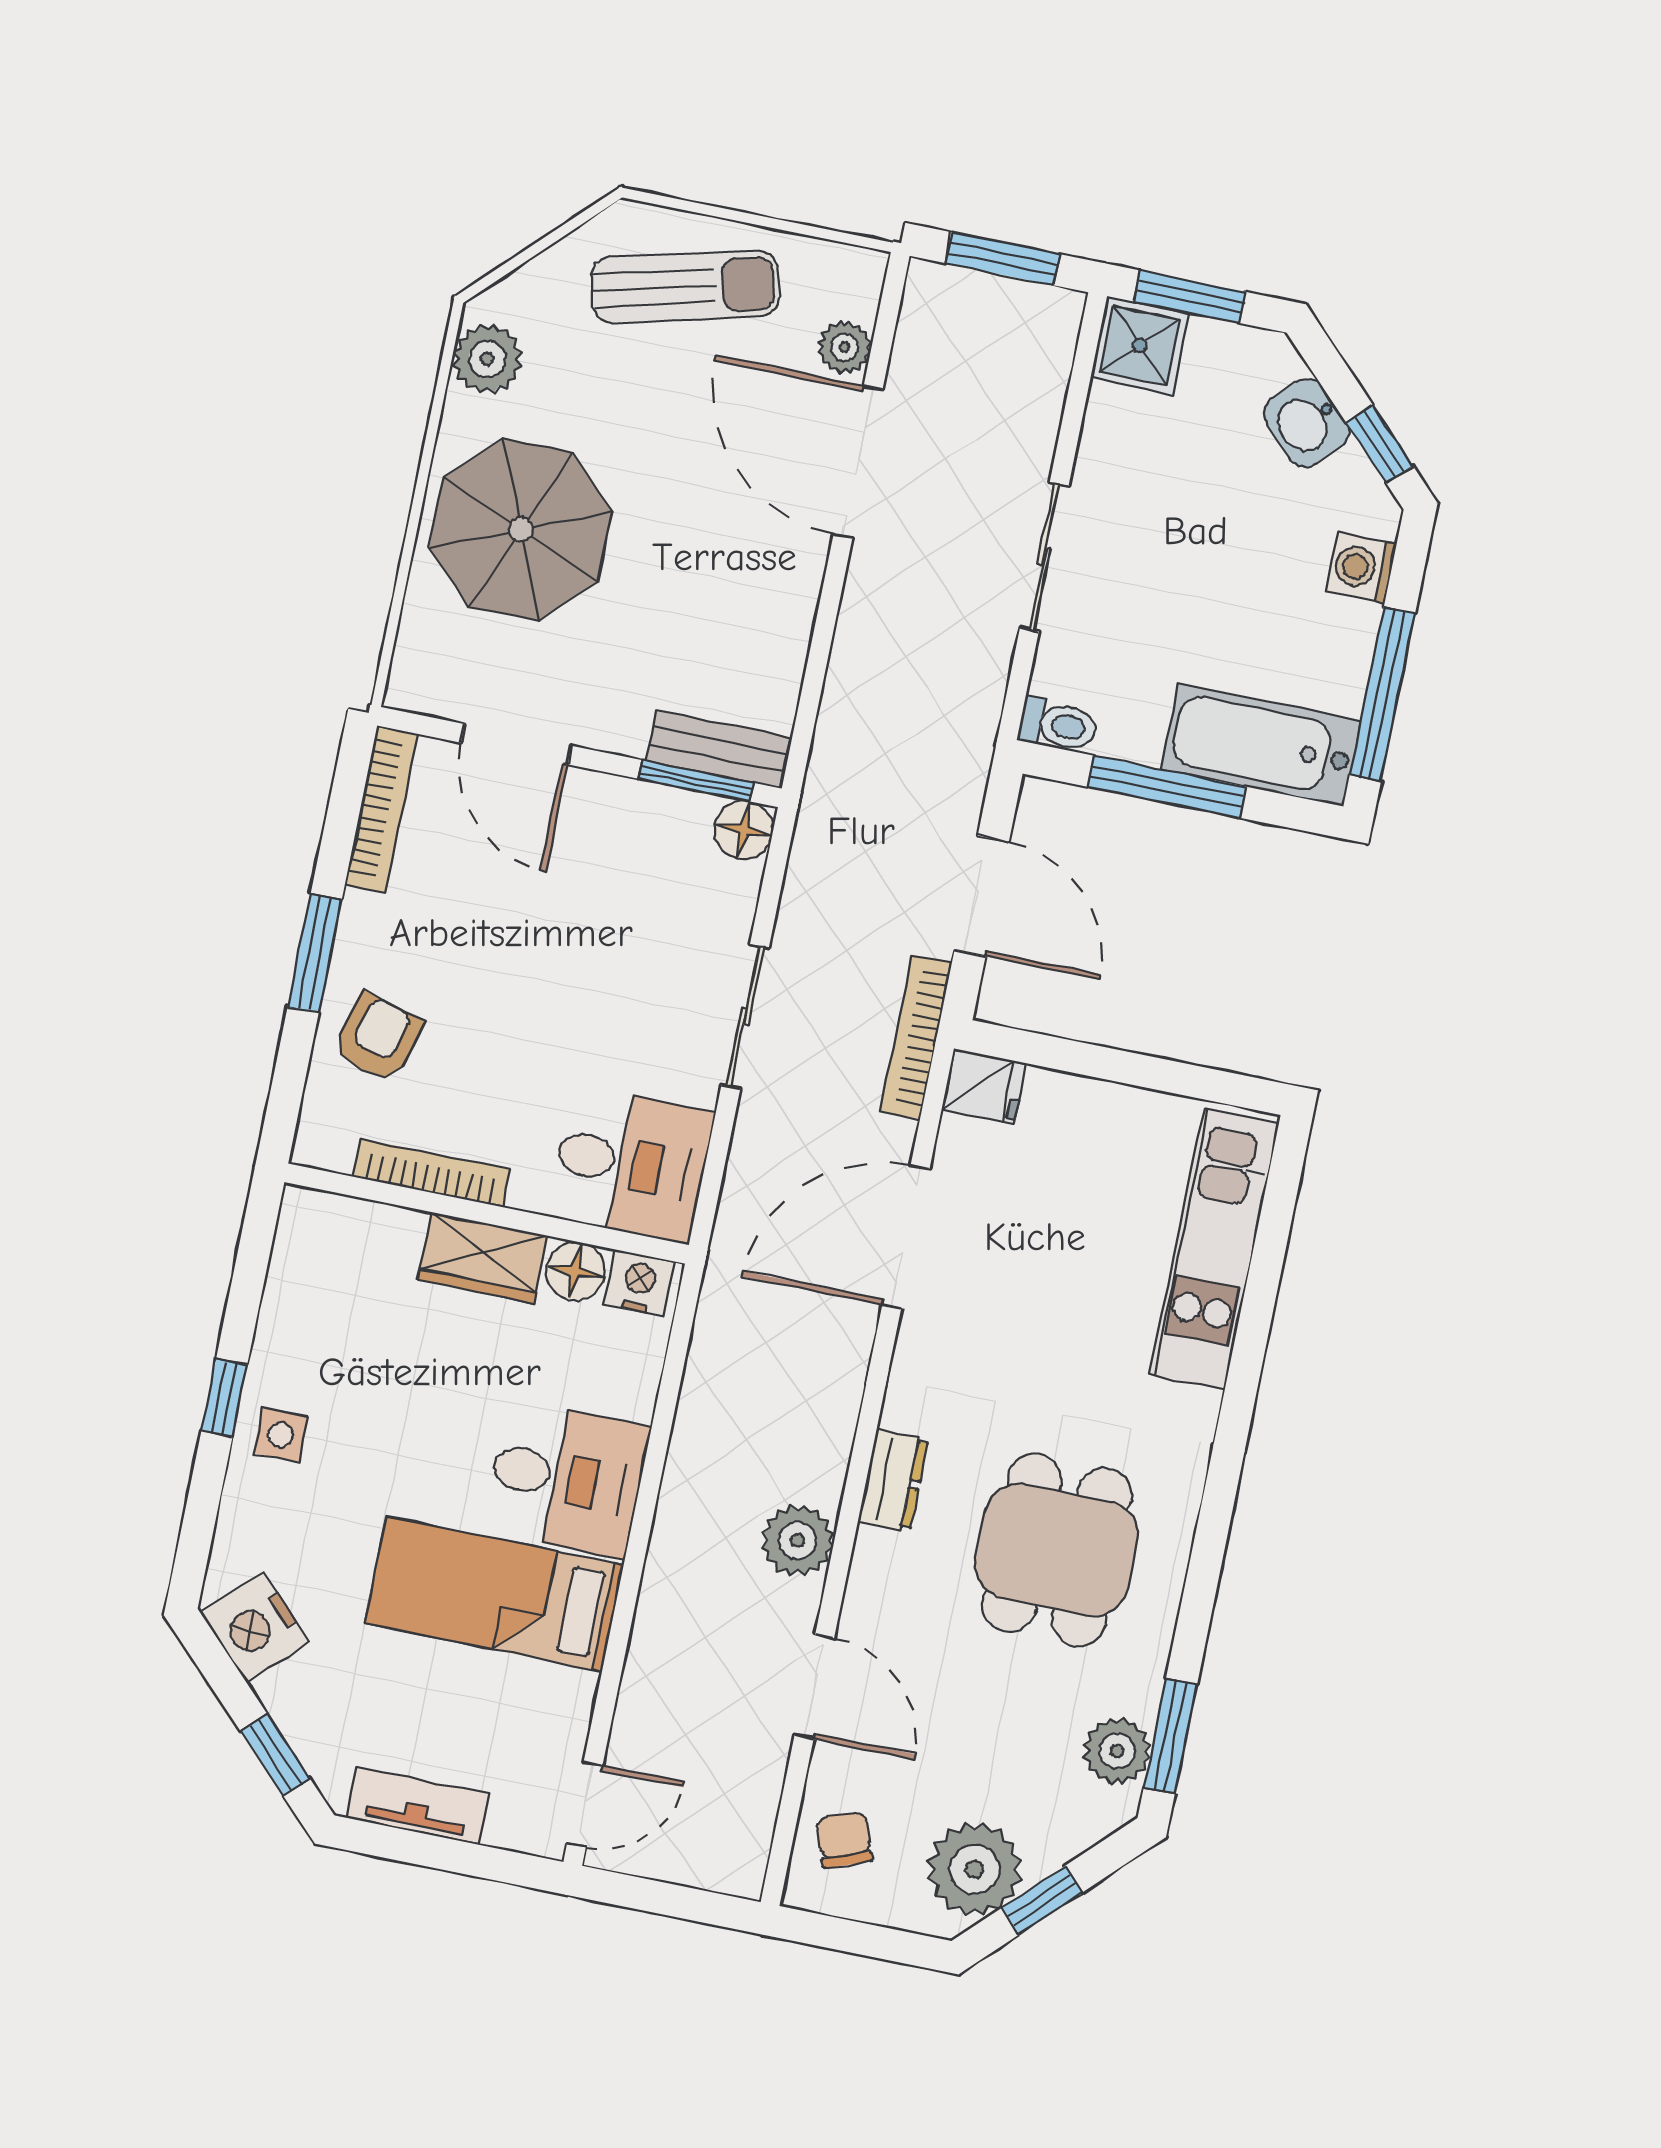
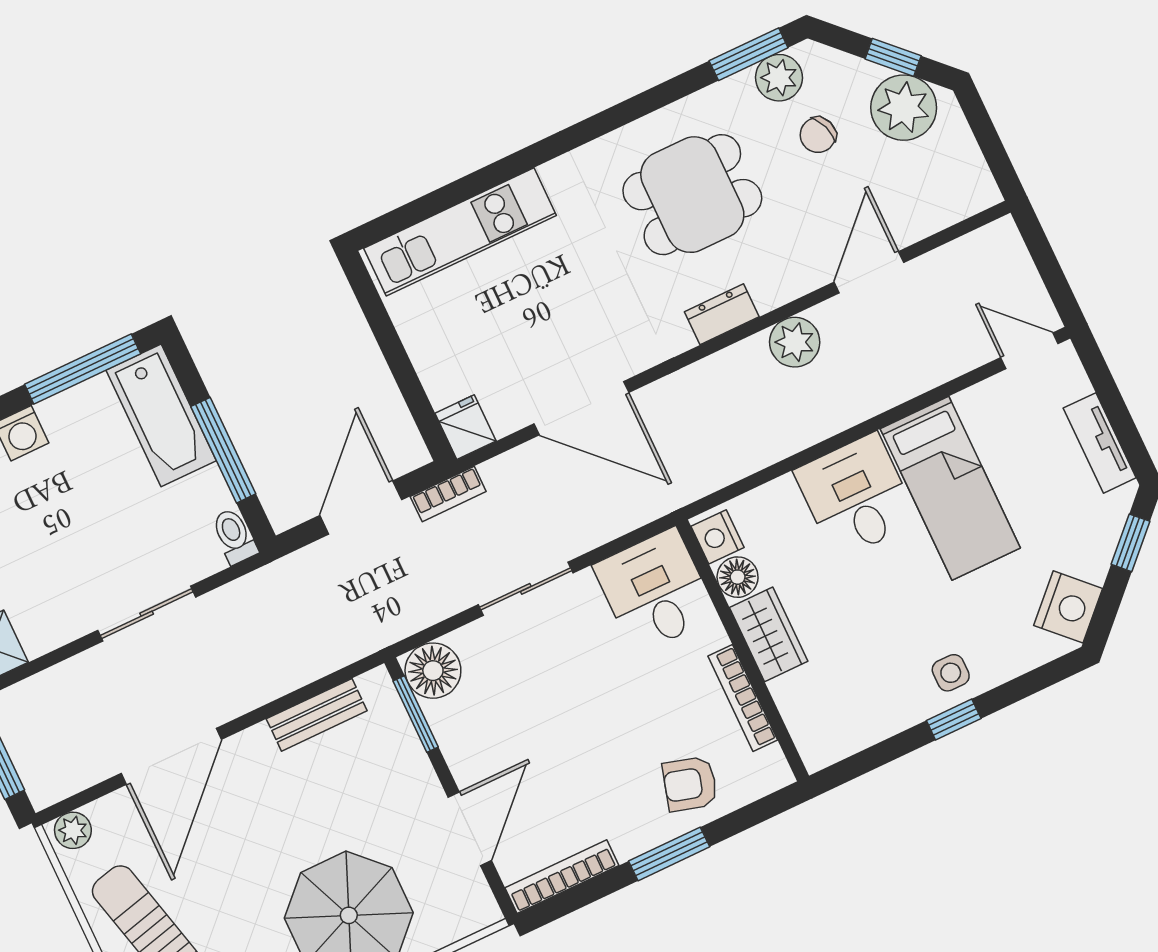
plant: (845, 347) -> (73, 830), moved
bench: (718, 749) -> (317, 715), moved, turned 90
floor lamp: (744, 830) -> (433, 671), width x1.38, depth x1.38
bookcase: (916, 1037) -> (448, 494), width x0.64
chair: (844, 1840) -> (818, 135), moved

